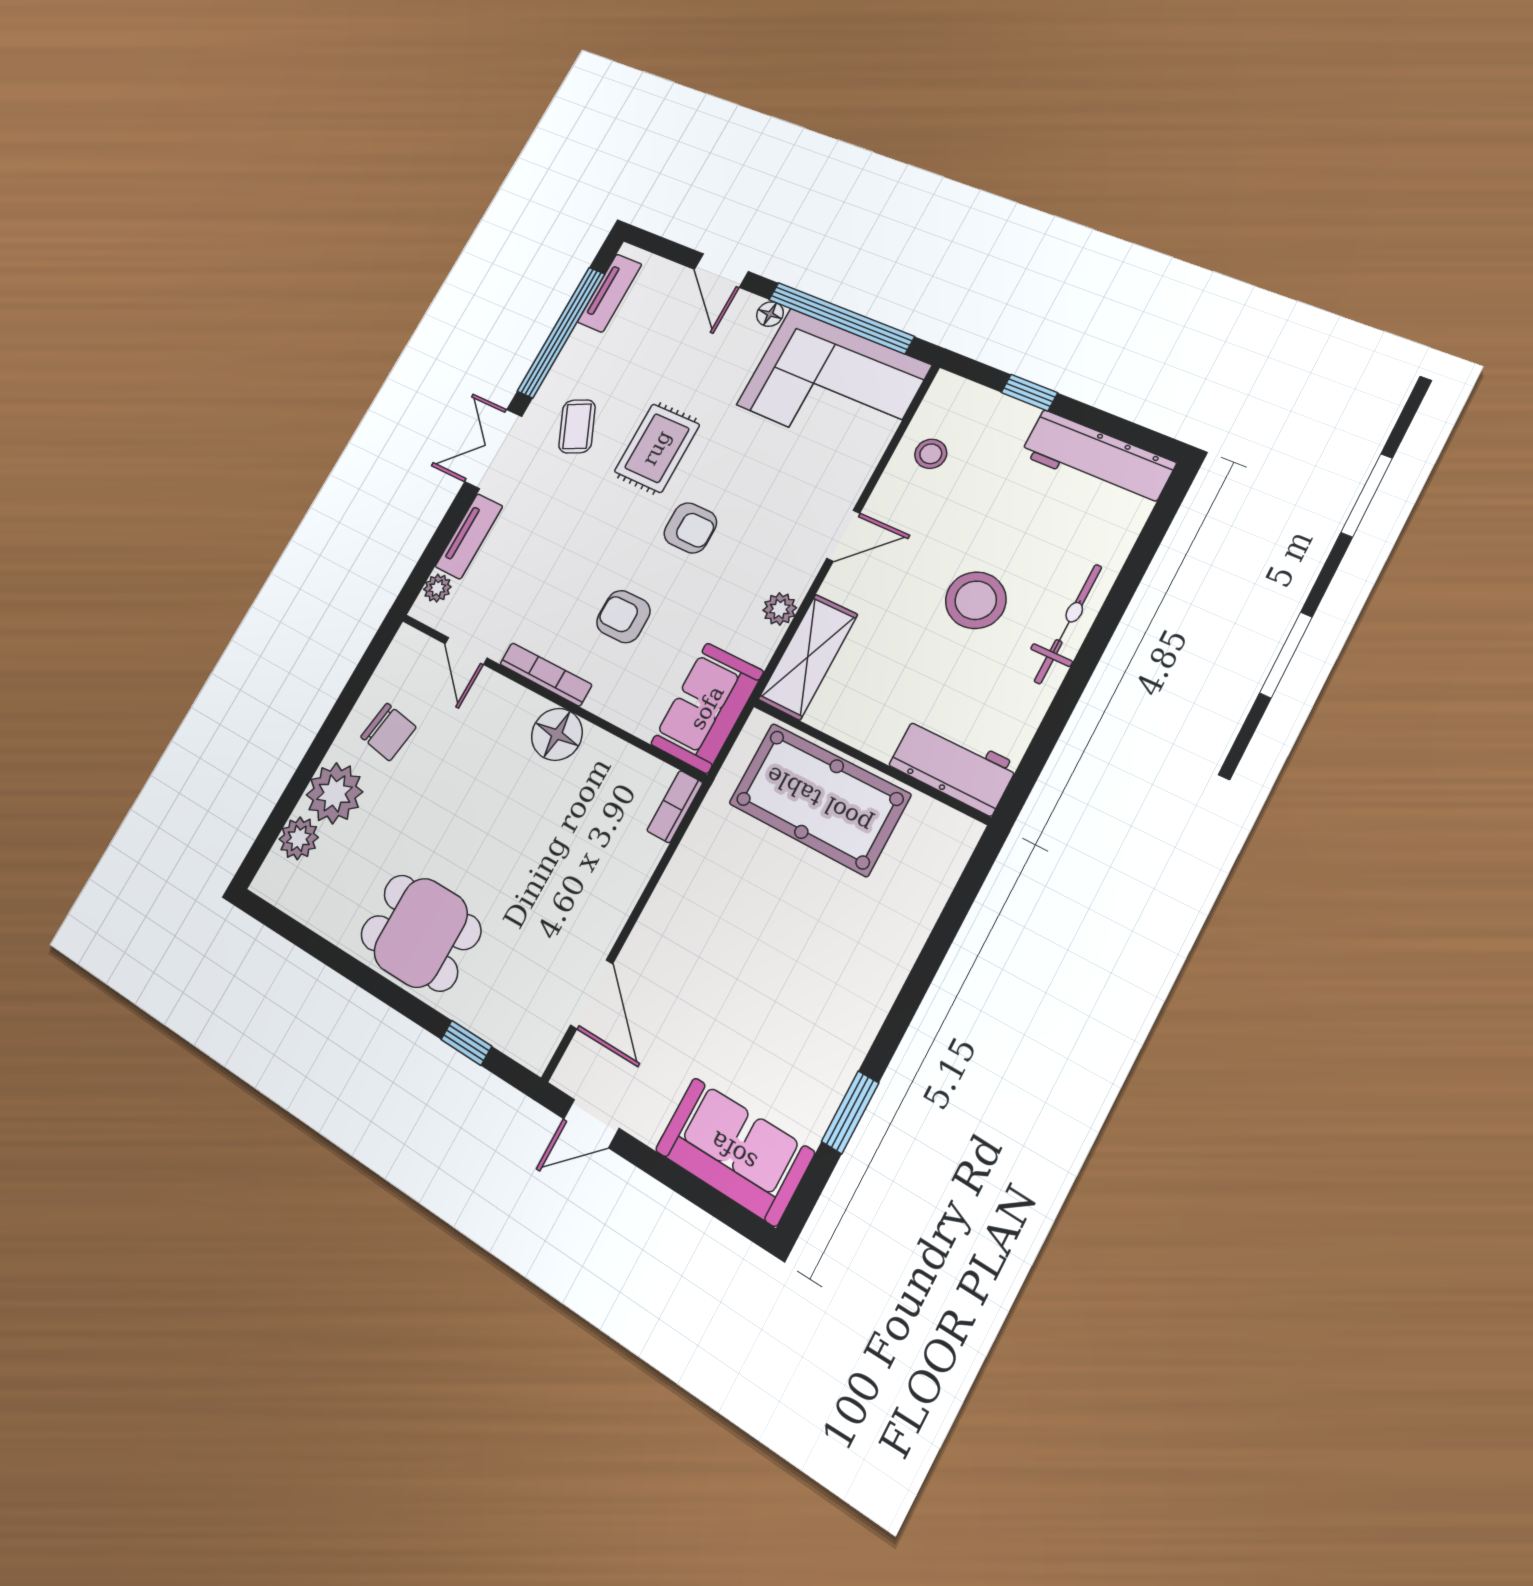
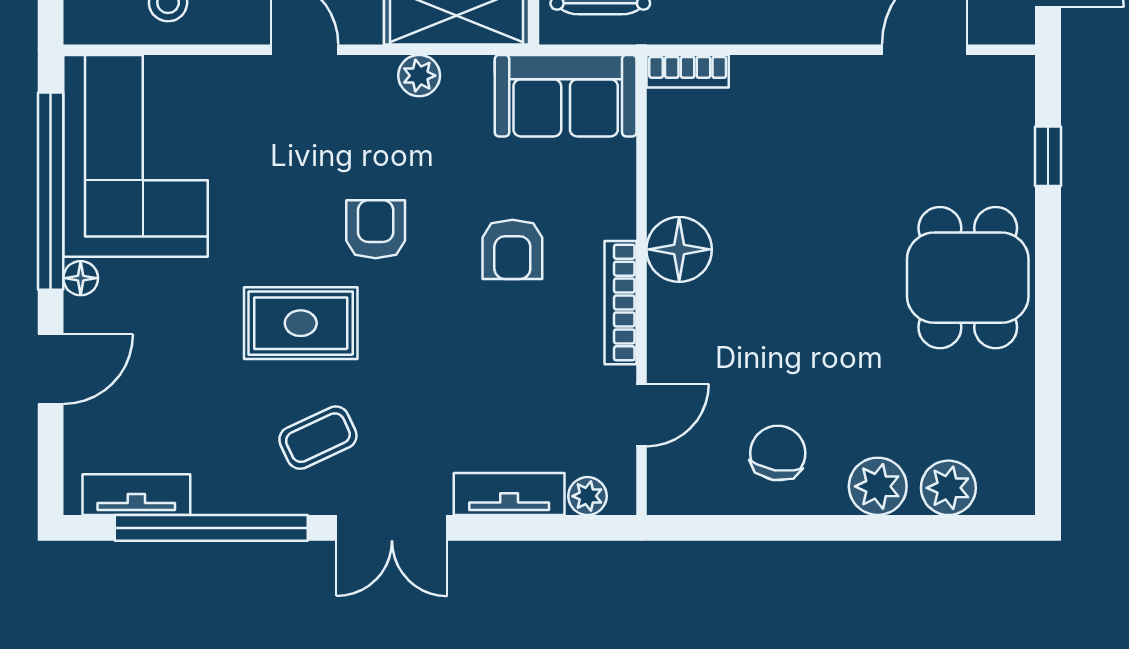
plant: (334, 793) -> (878, 486), width x0.73, depth x0.73

